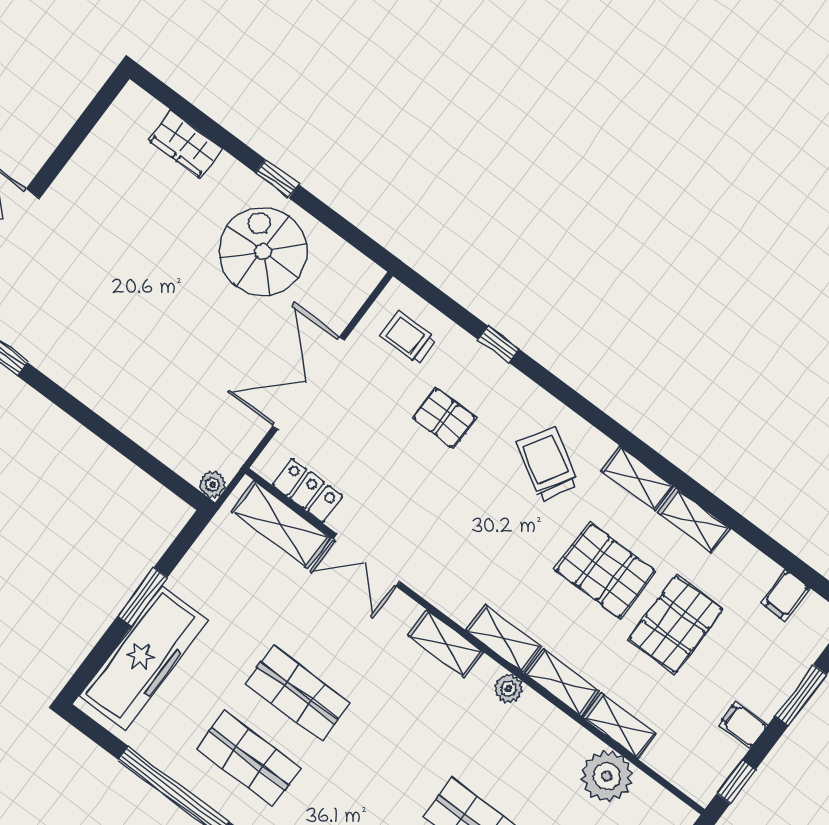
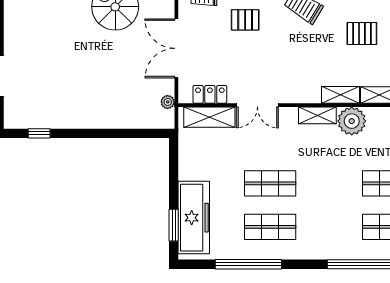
plant: (212, 484) -> (168, 102), moved
pallet: (605, 570) -> (362, 34), width x0.67, depth x0.71
window: (143, 597) -> (174, 225), moved
plant: (509, 688) -> (352, 121), width x1.87, depth x1.87

